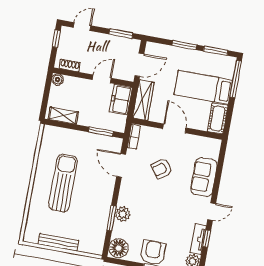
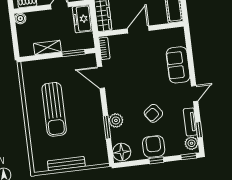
shelving: (63, 116) -> (47, 48), moved
door: (174, 128) -> (138, 30), hinge flipped
armchair: (162, 168) -> (153, 113), moved
sun lounger: (63, 183) -> (54, 109), turned 180
window: (207, 239) -> (199, 130), moved

